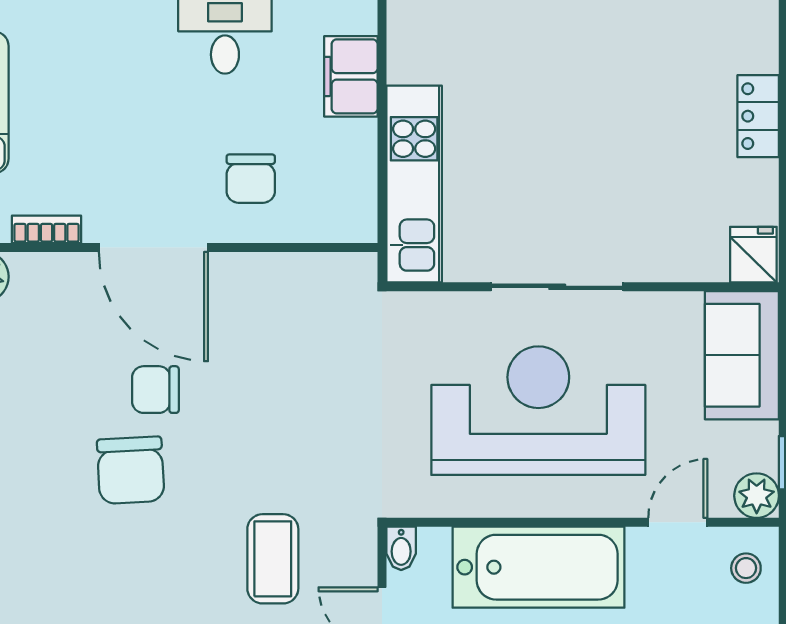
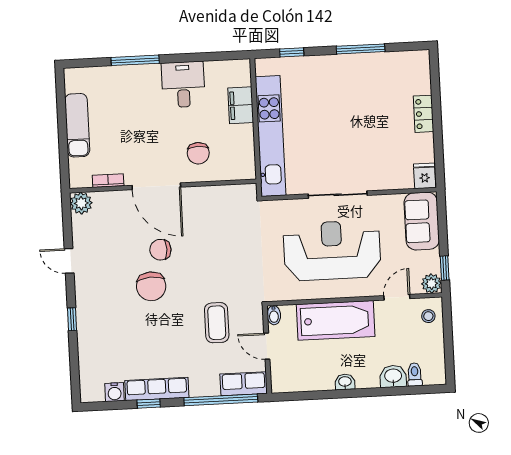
kitchen unit: (414, 184) -> (271, 136), width x1.36

